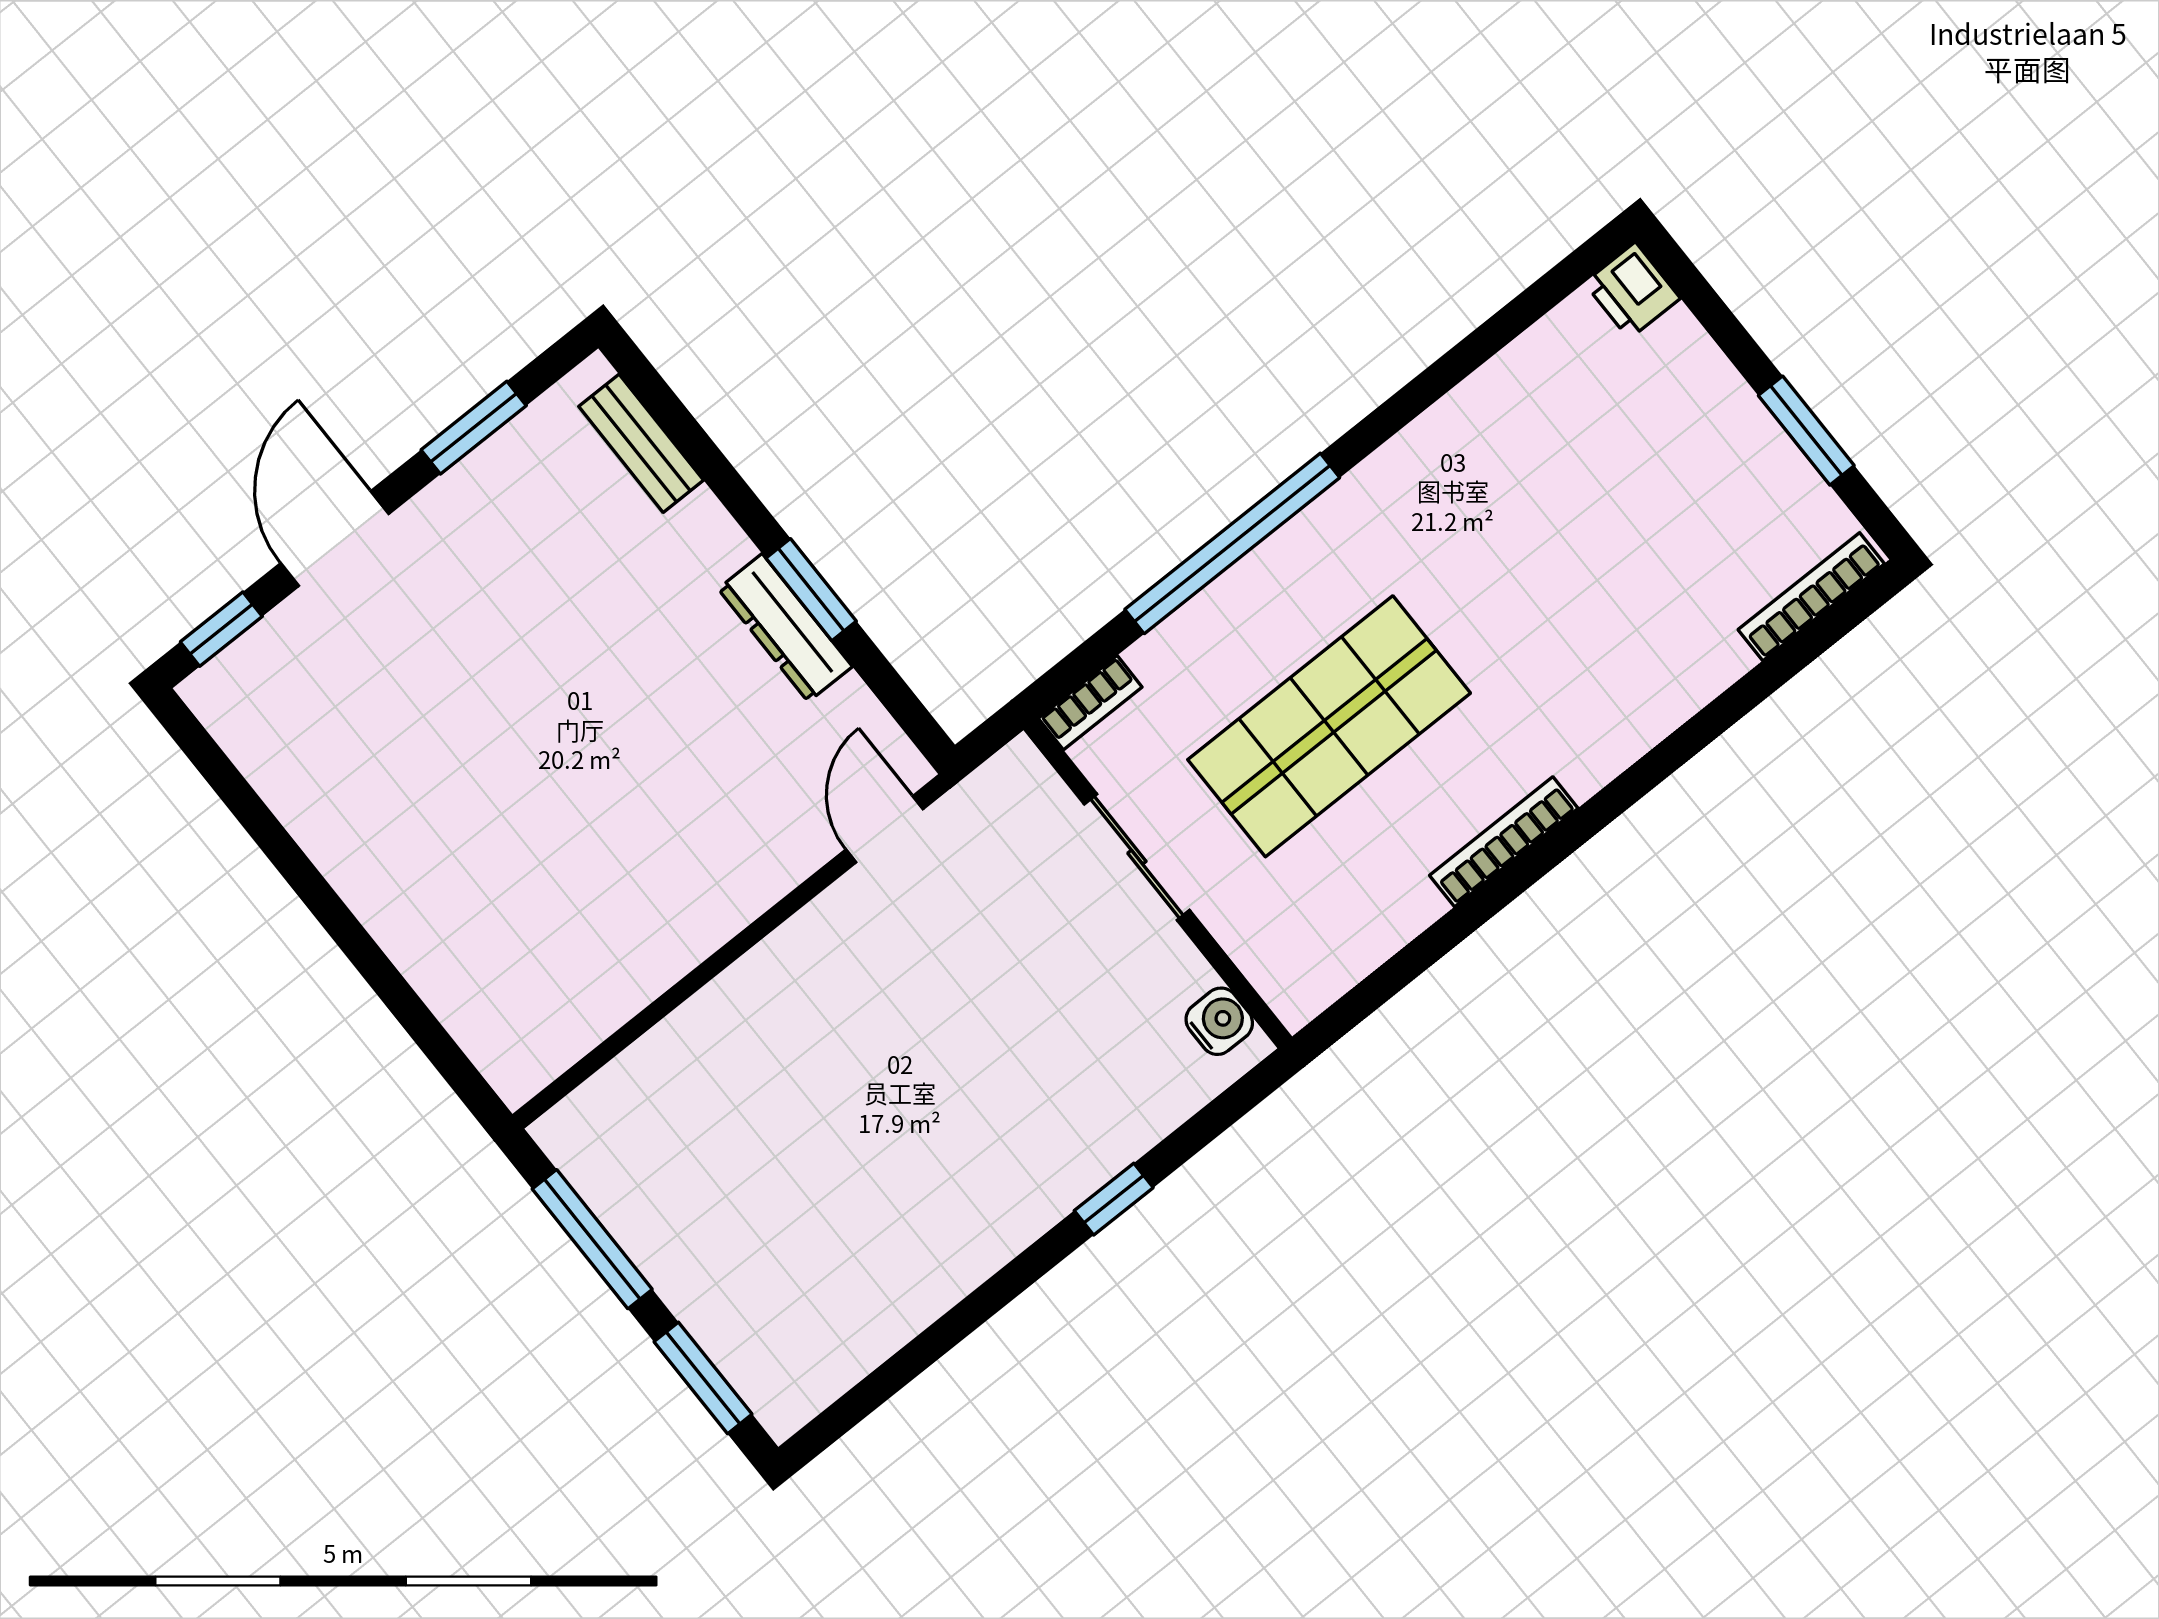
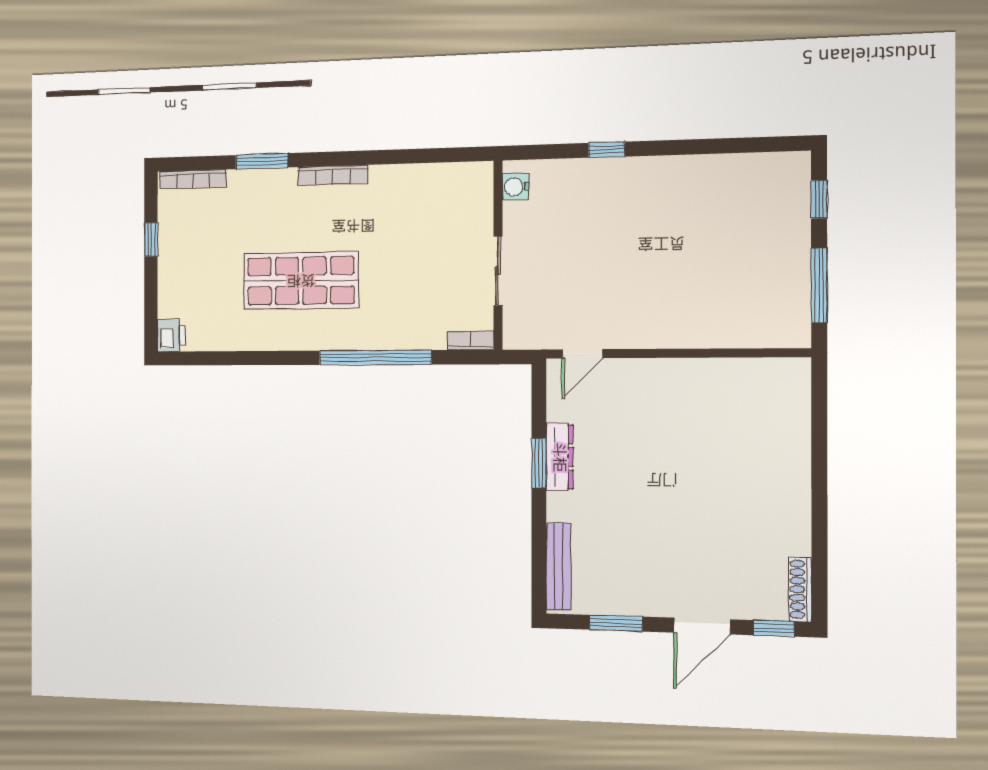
window: (1806, 431) -> (151, 239), width x0.67
bench: (641, 443) -> (558, 567), width x1.36
window: (1708, 725) -> (262, 161), added
shoe rack: (232, 726) -> (800, 589), added
shop shelf: (1329, 726) -> (301, 281), moved
bookcase: (1504, 842) -> (333, 175), moved
window: (703, 1378) -> (819, 199), width x0.67

